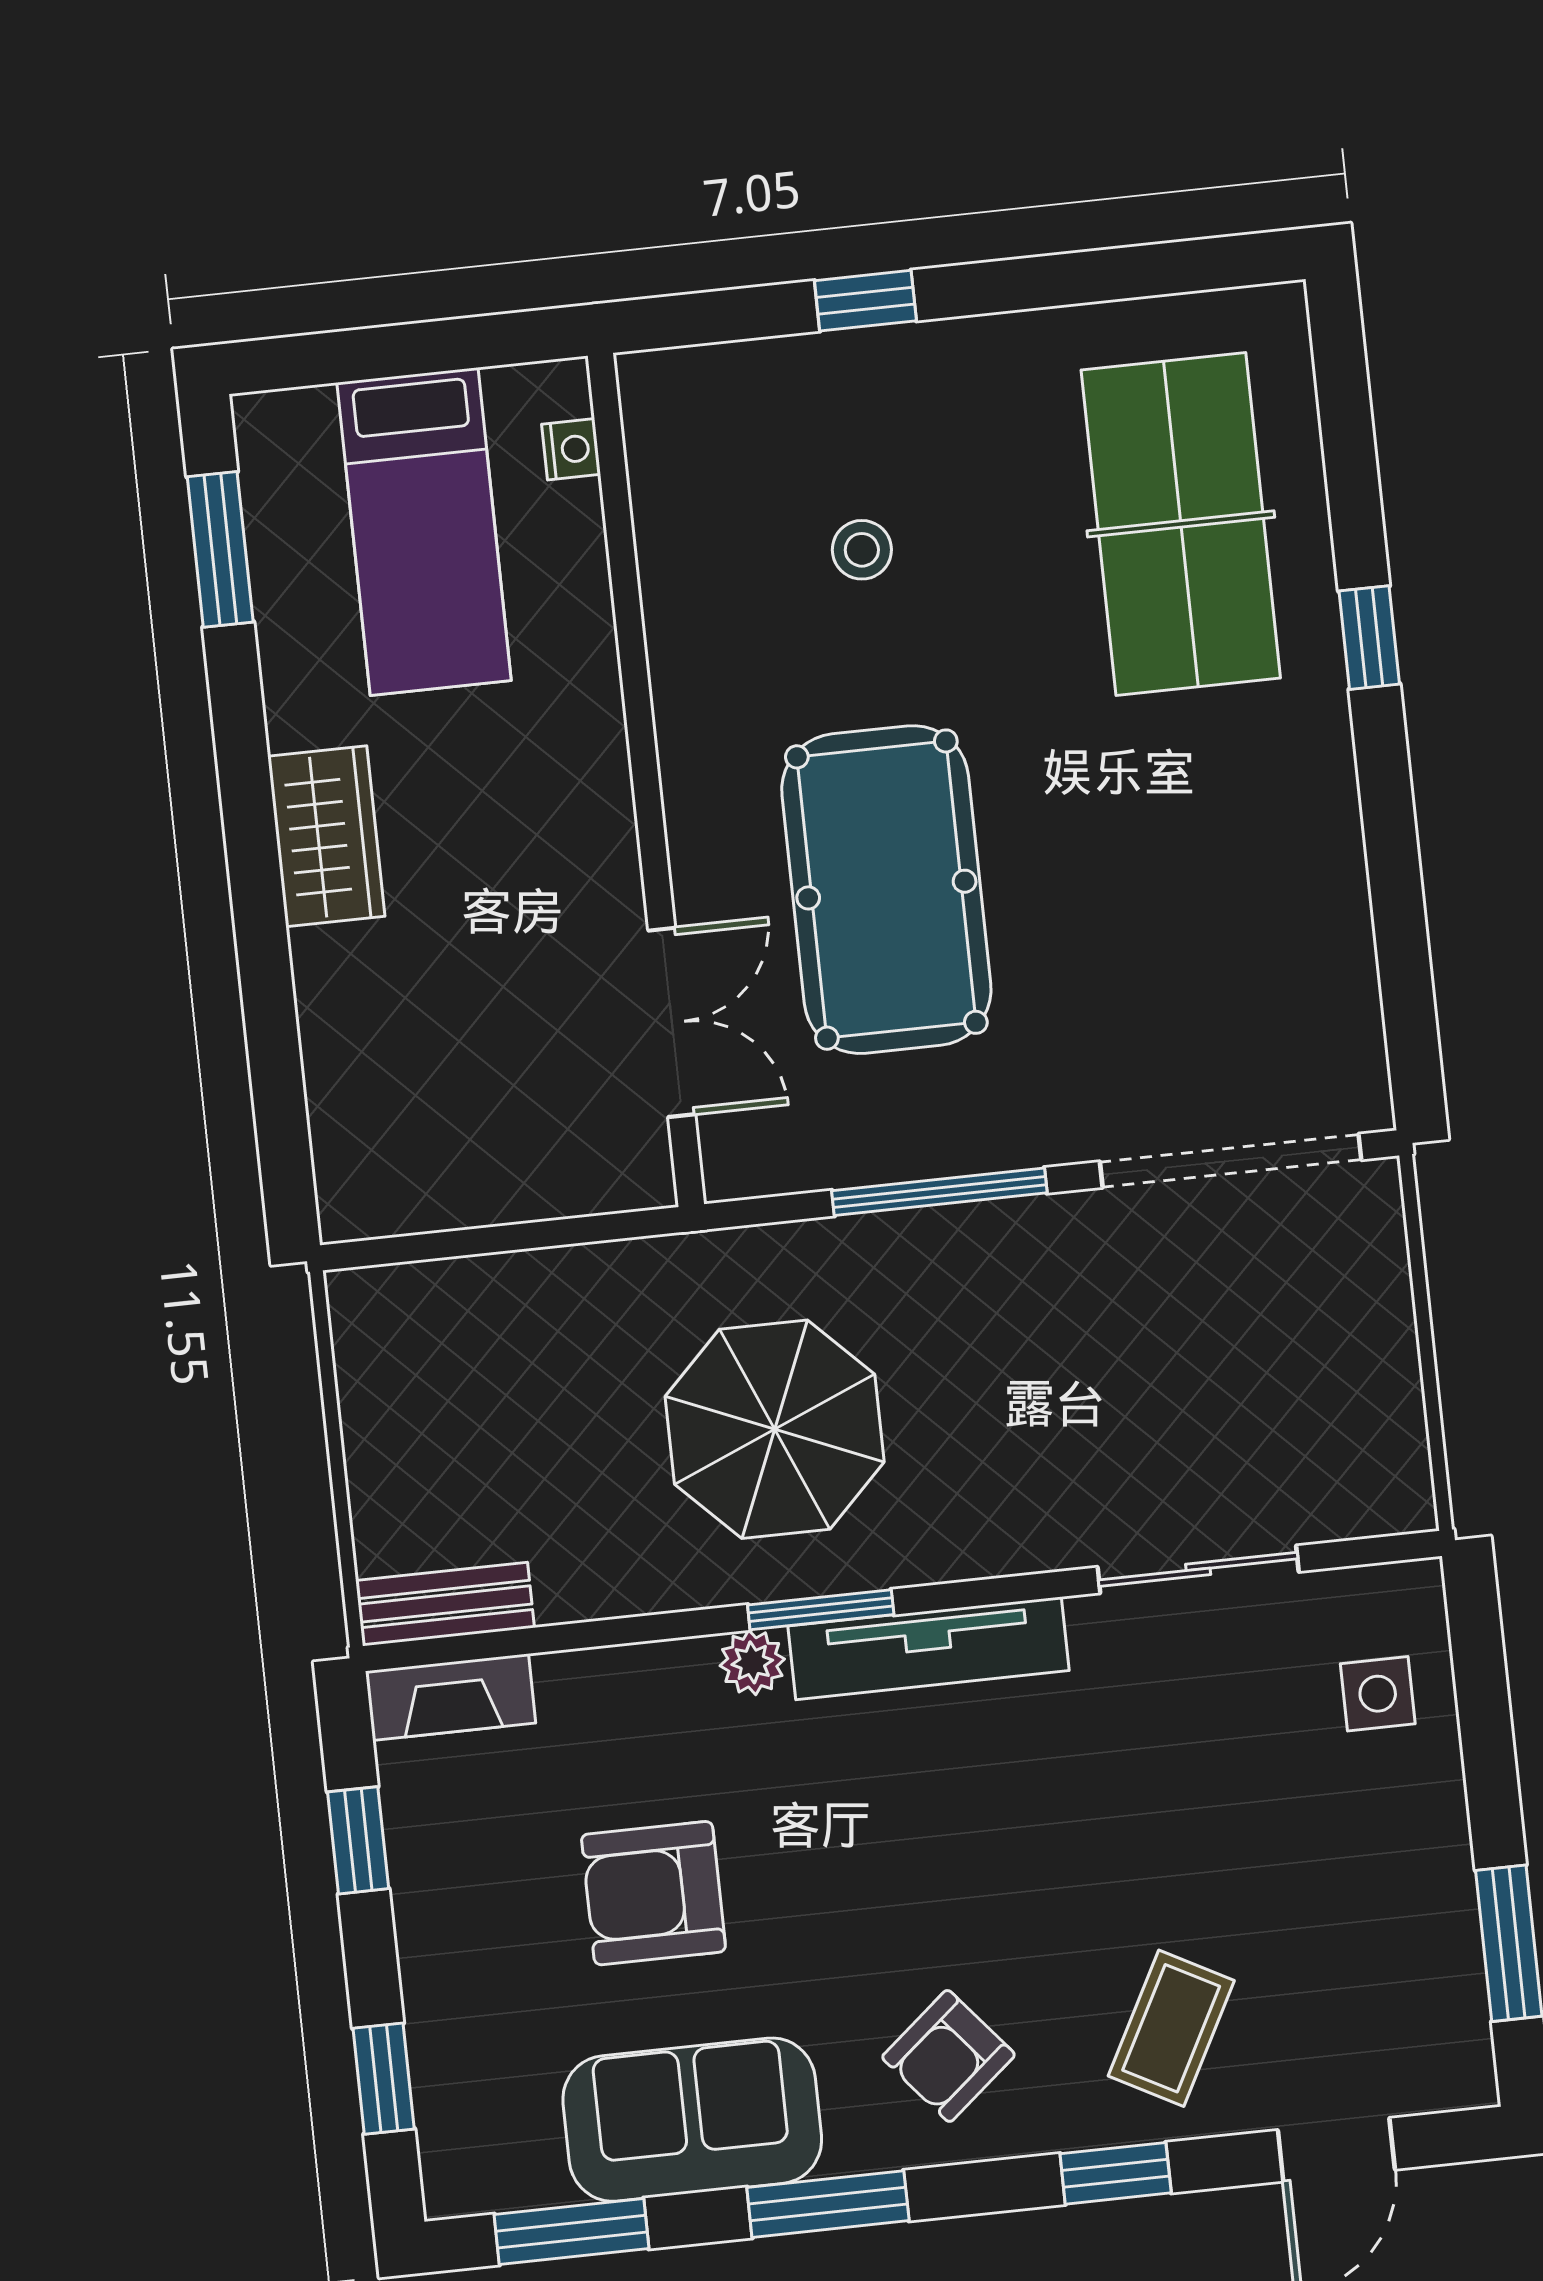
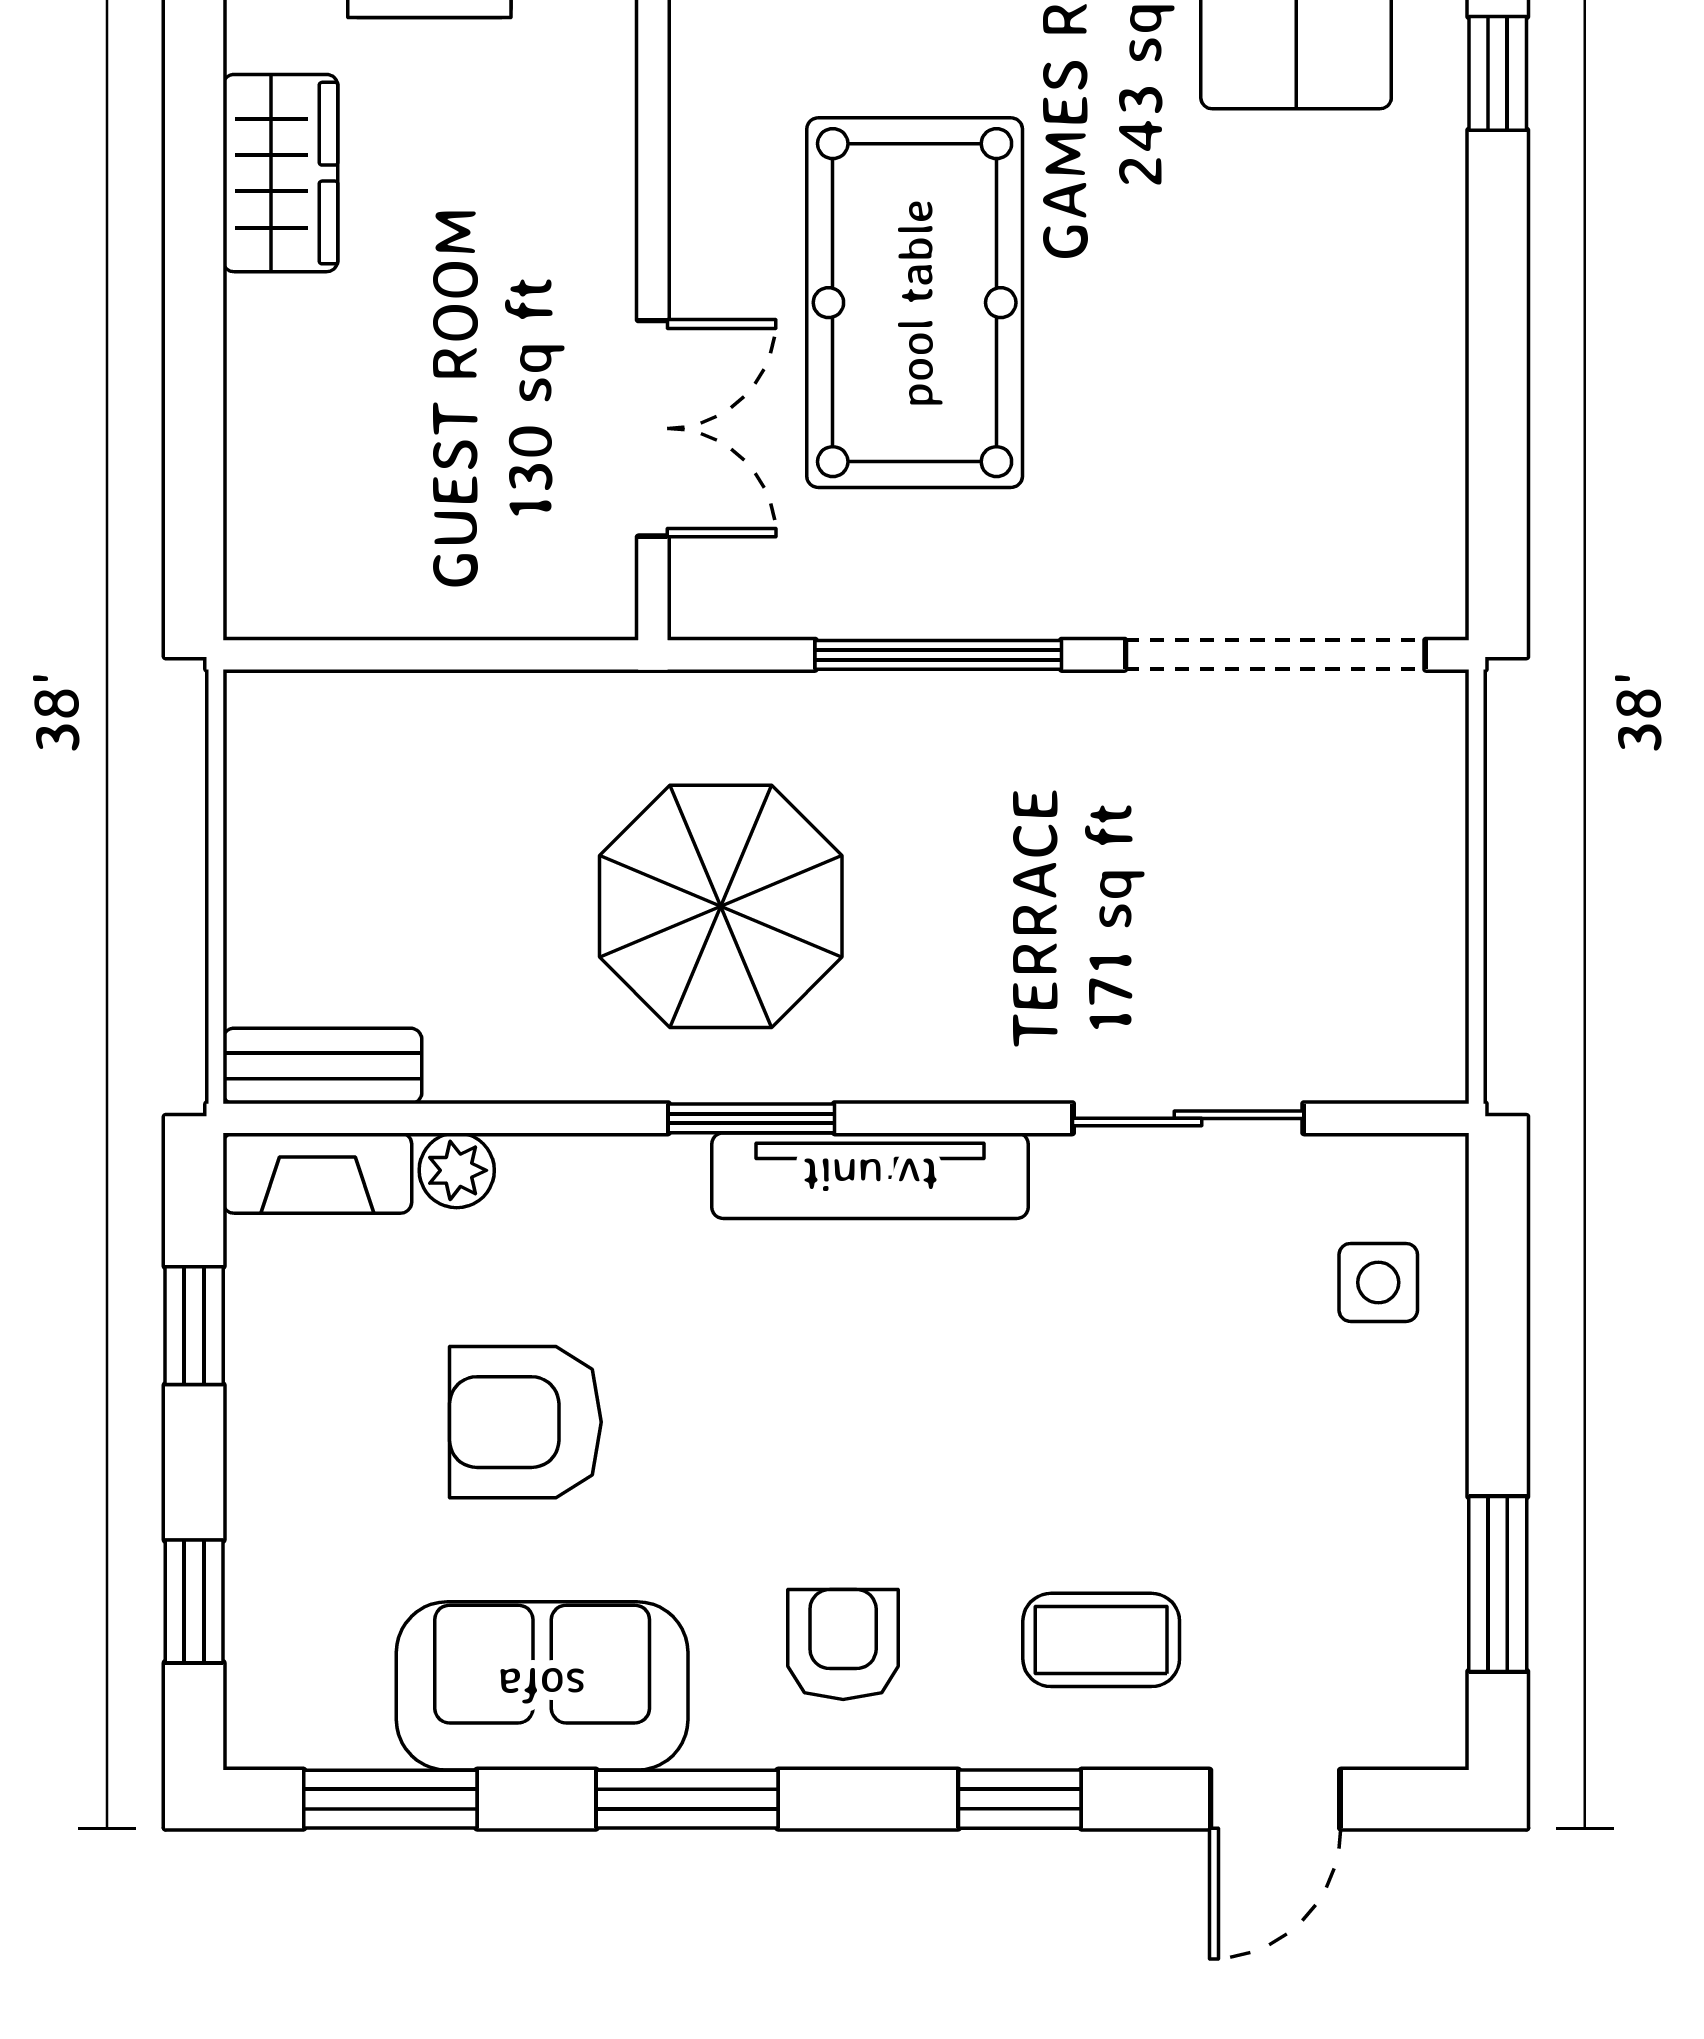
plant: (752, 1662) -> (457, 1170), moved
coffee table: (1171, 2028) -> (1101, 1640), turned 62
armchair: (948, 2056) -> (843, 1644), turned 130

